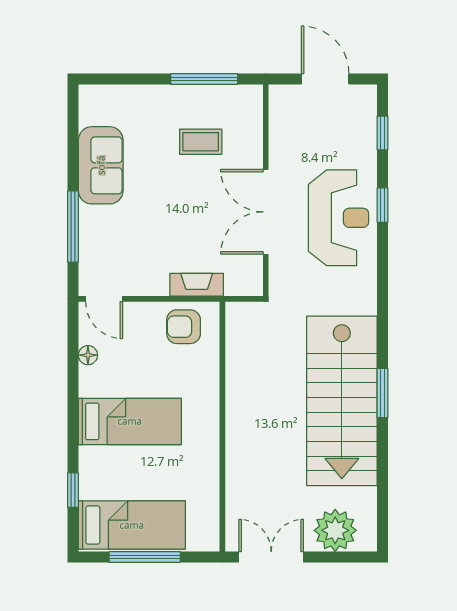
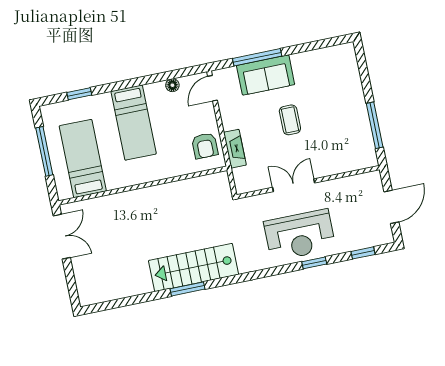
coffee table: (201, 142) -> (290, 120), moved
sofa: (101, 165) -> (266, 75), moved
double door: (266, 212) -> (294, 185), width x0.73
armchair: (184, 327) -> (205, 146), turned 180
stairs: (342, 401) -> (194, 267), width x0.73, depth x0.66
bed: (132, 525) -> (83, 158), moved, turned 180
plant: (335, 530) -> (89, 276), removed

